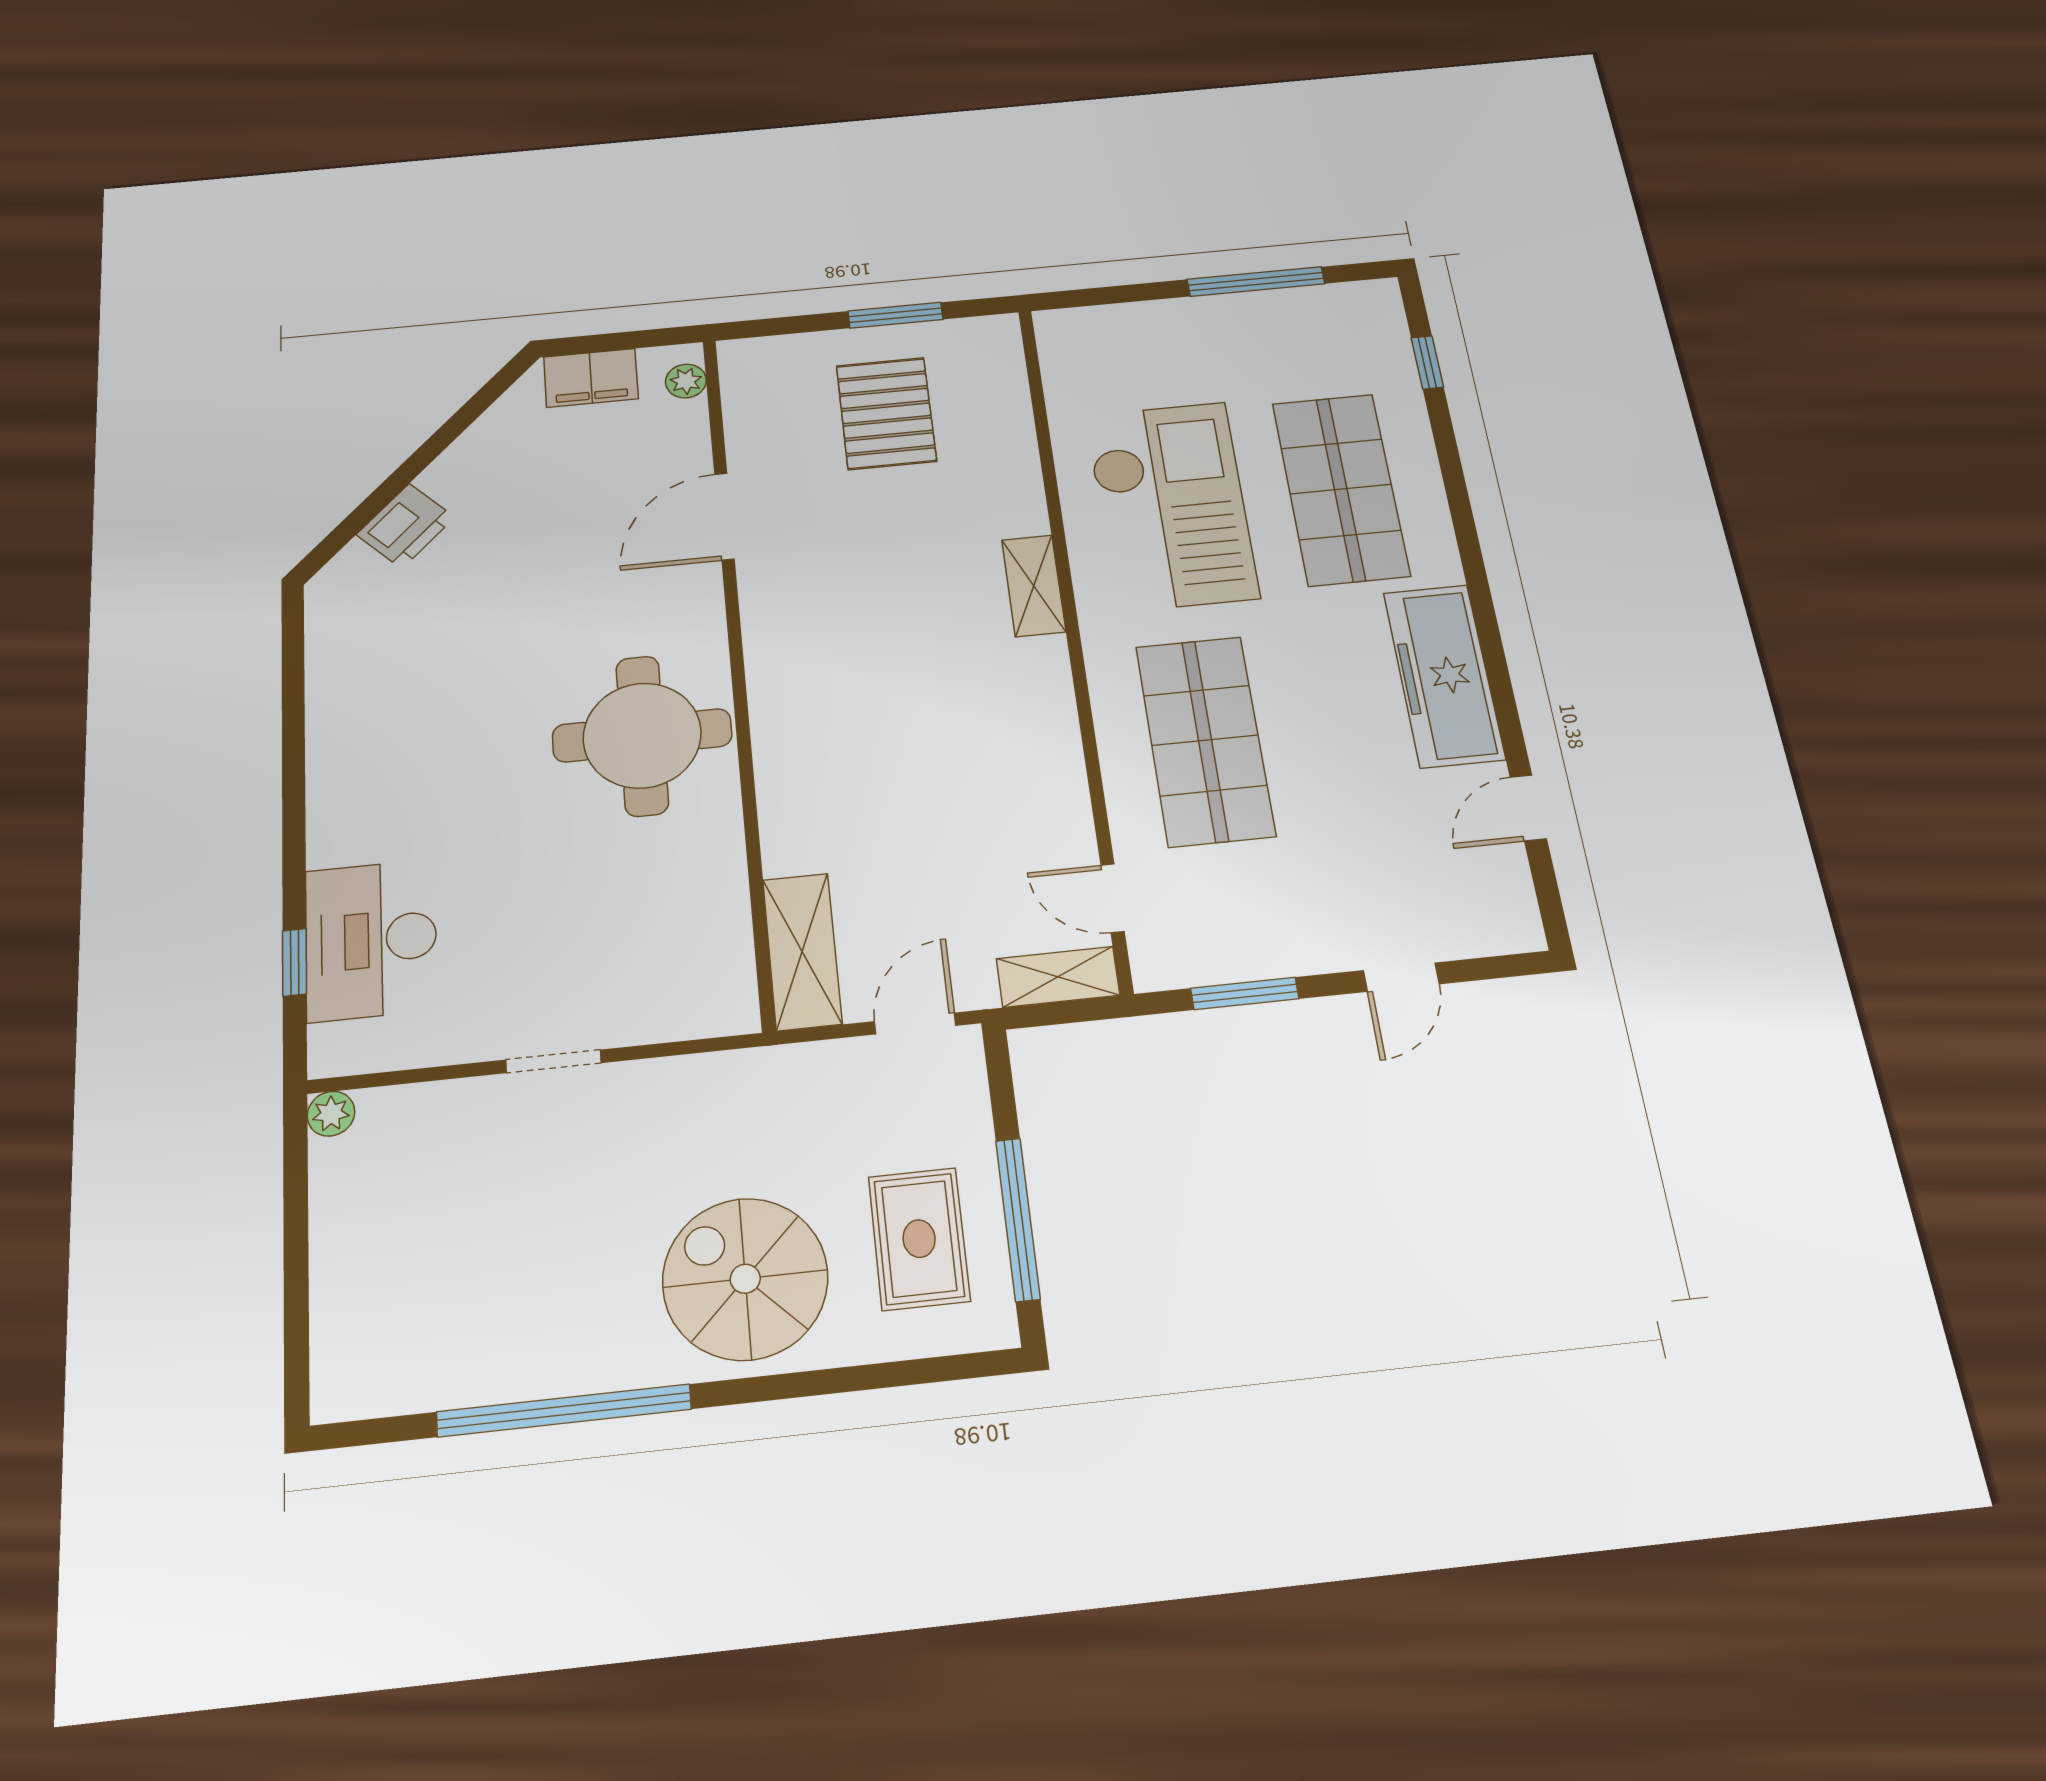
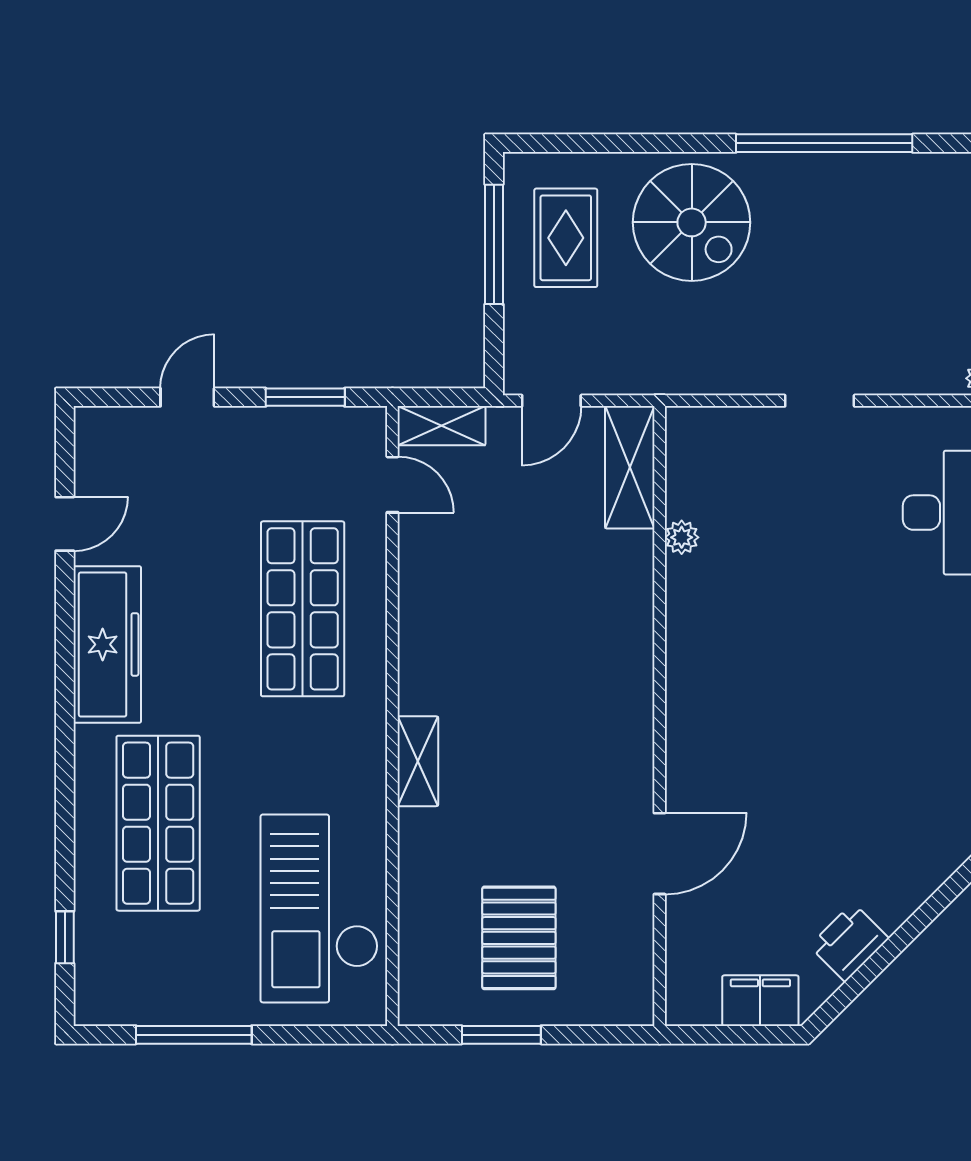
plant: (686, 381) -> (682, 537), moved
checkout: (1171, 506) -> (319, 908), moved
printer: (406, 526) -> (849, 942), moved
round table: (642, 735) -> (738, 662), removed

